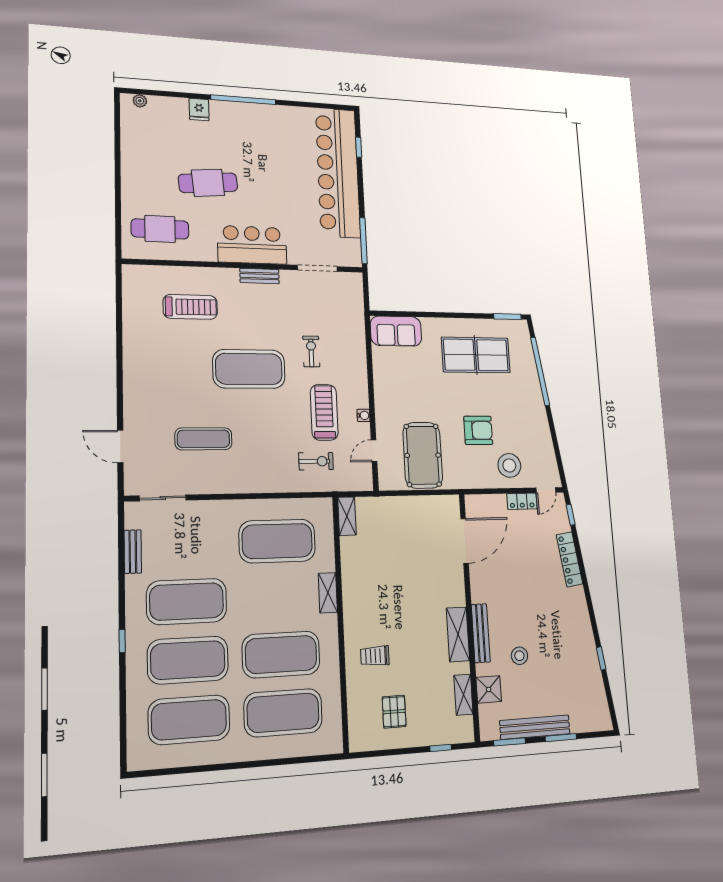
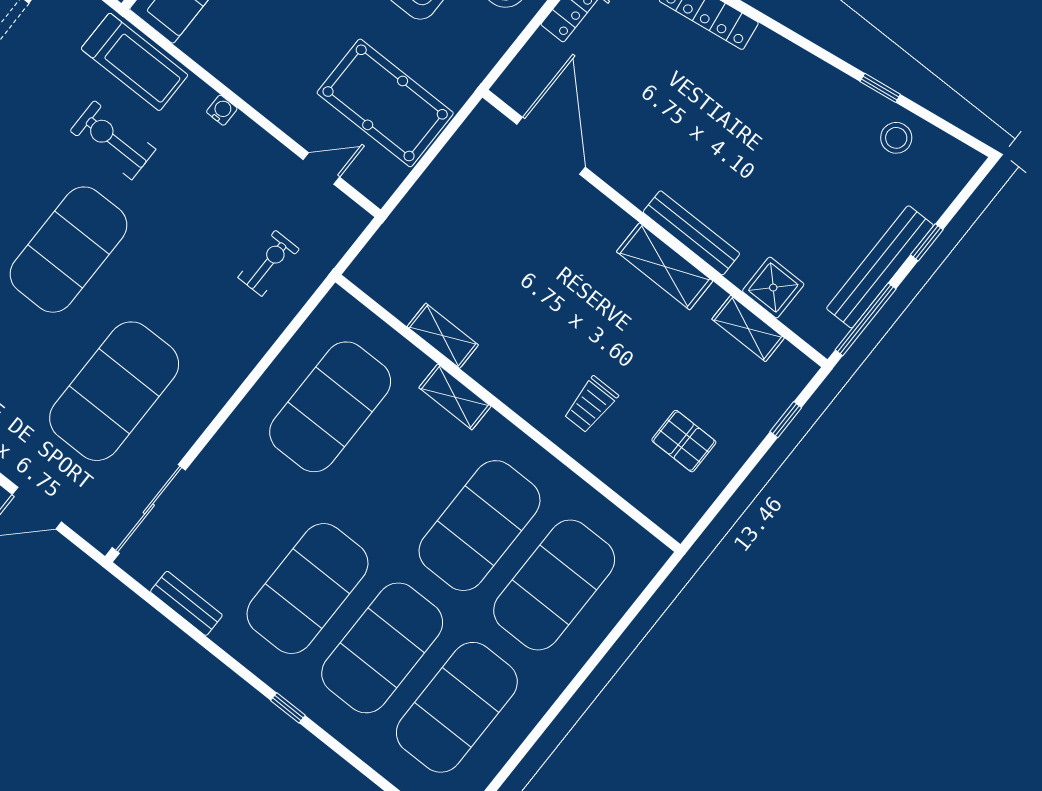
exercise bike: (311, 351) -> (113, 140), width x1.38, depth x1.39
treadmill: (324, 412) -> (134, 62), moved, turned 180
water cooler: (363, 415) -> (222, 110), moved
exercise mat: (203, 439) -> (114, 391), width x2.00, depth x1.45
door: (374, 451) -> (321, 168), swing flipped
sliding door: (163, 498) -> (149, 509), width x1.37
shelving: (347, 516) -> (443, 336), moved
stool: (519, 656) -> (896, 138), moved
window: (561, 738) -> (927, 242), width x0.67
window: (510, 742) -> (866, 319), width x1.44

